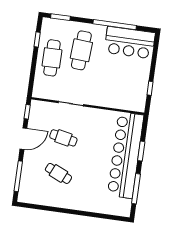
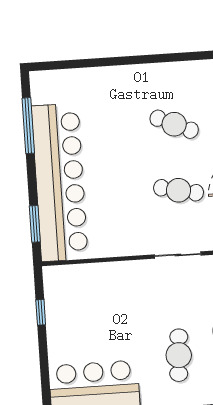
cafe table: (81, 50) -> (179, 355), width x0.73, depth x0.74
window: (141, 151) -> (35, 224), moved

